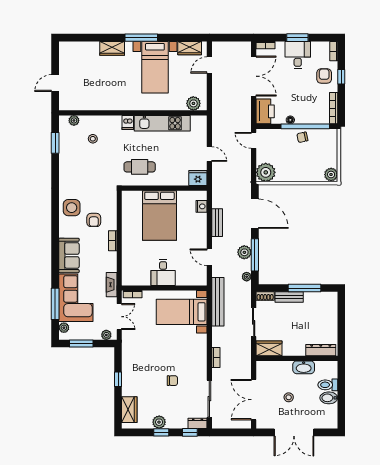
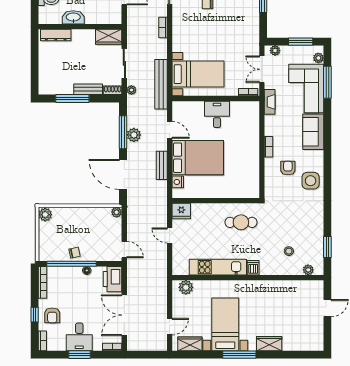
plant: (266, 172) -> (117, 212), width x0.53, depth x0.53
bed: (159, 216) -> (198, 158), moved, turned 90
plant: (247, 277) -> (131, 90), moved

